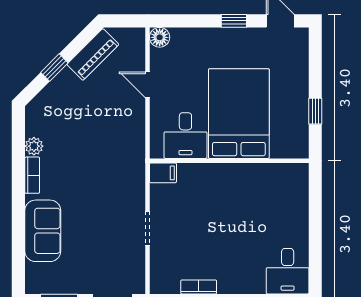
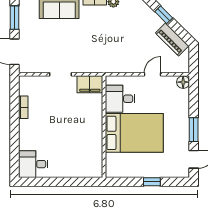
window: (234, 21) -> (194, 130), width x1.50
window: (315, 111) -> (152, 182), moved
filing cabinet: (163, 173) -> (90, 84), width x2.00

